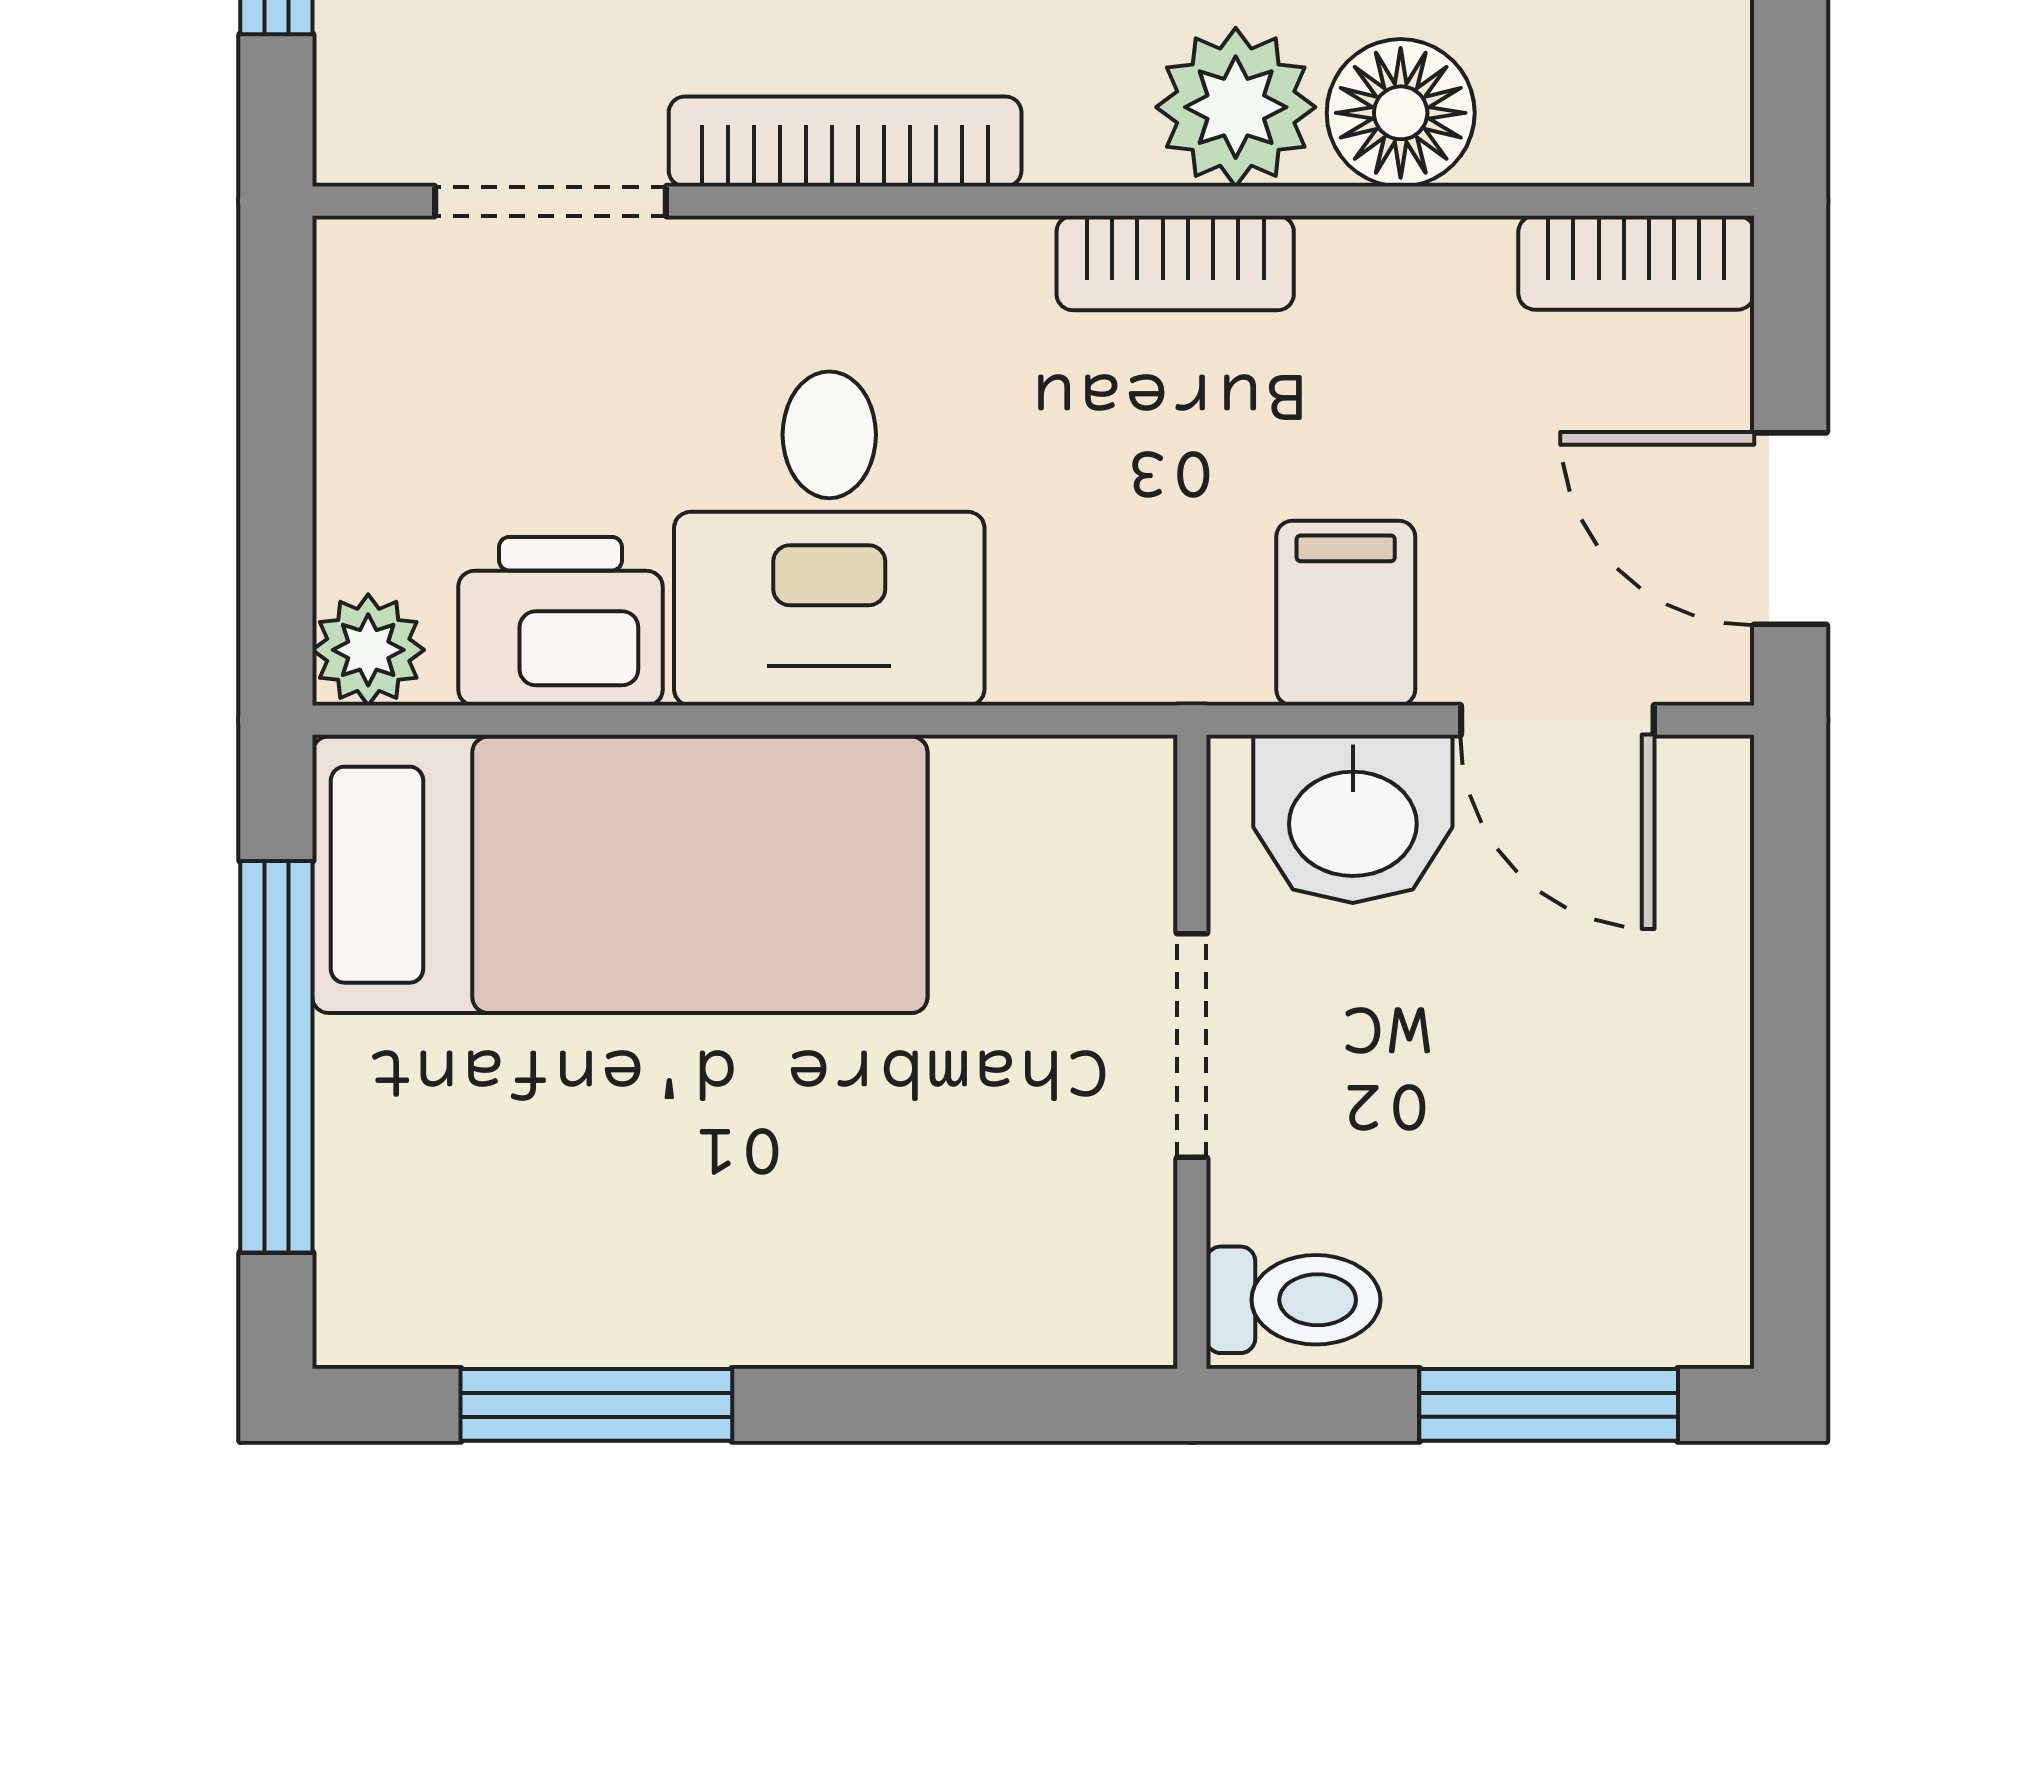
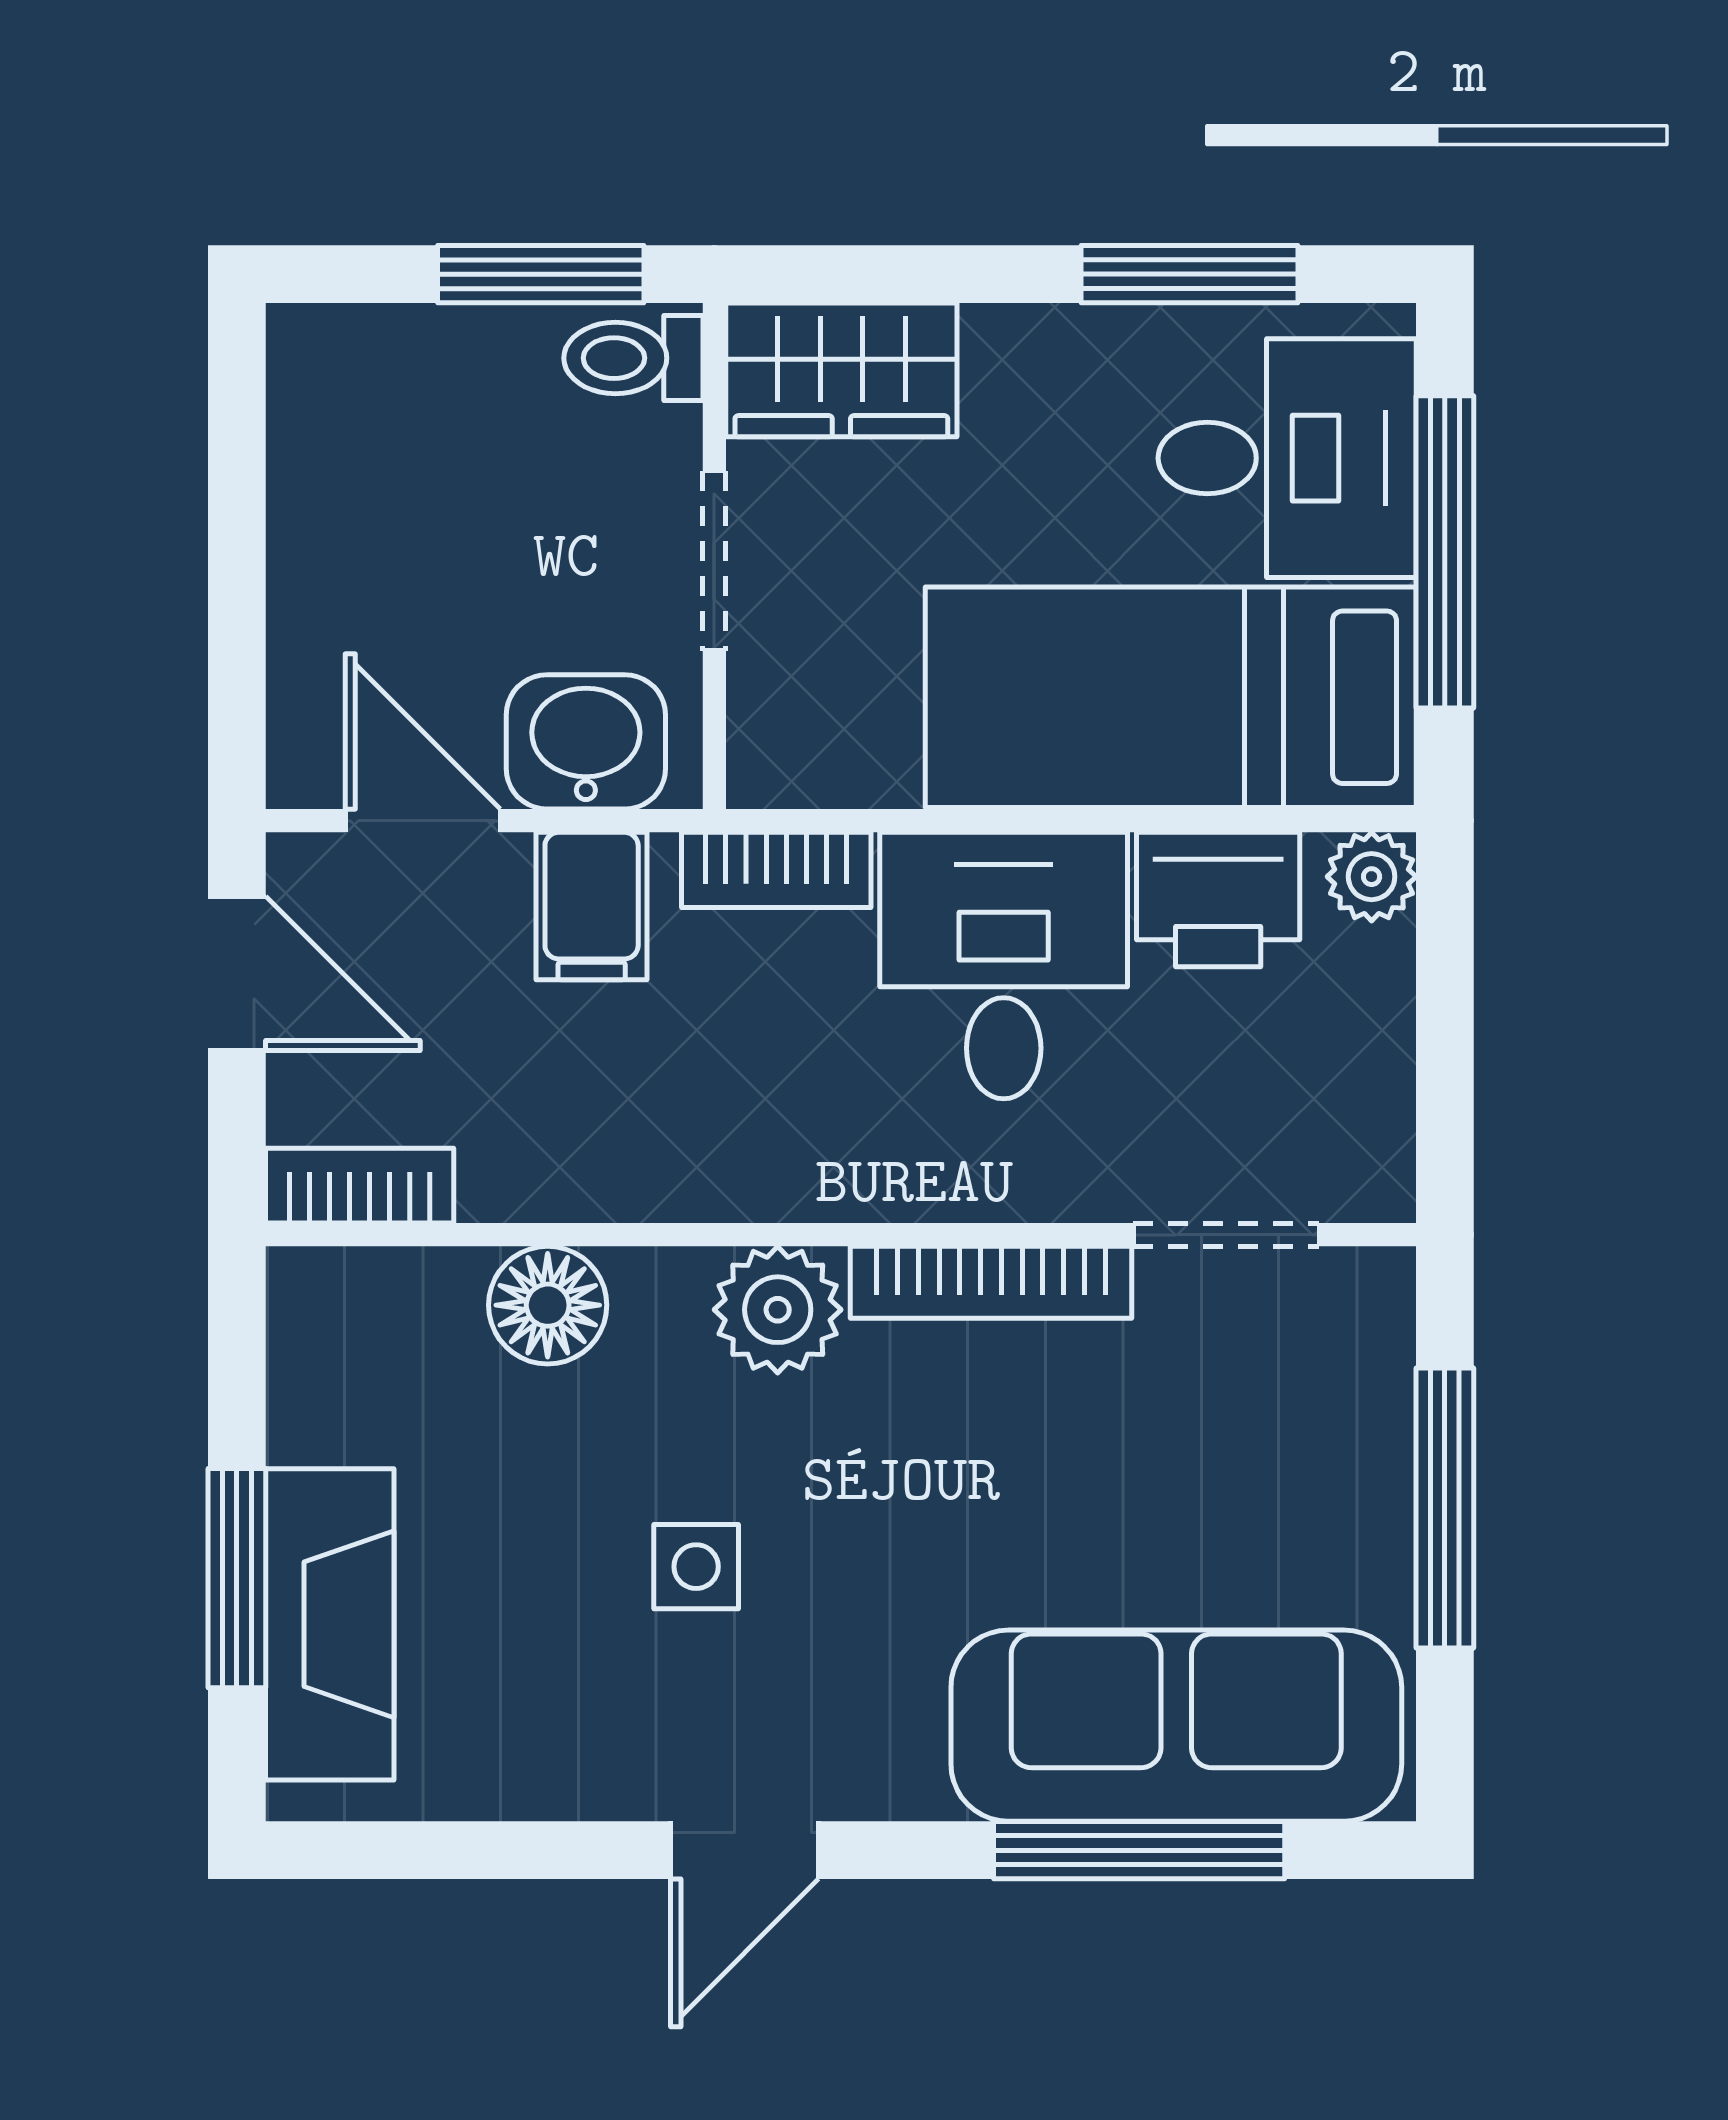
plant: (1236, 107) -> (778, 1310), moved
bookcase: (1175, 263) -> (776, 870), moved, turned 180
desk: (474, 1174) -> (1287, 458), added
wardrobe: (1033, 1285) -> (841, 370), added
window: (1549, 1405) -> (541, 274), moved

